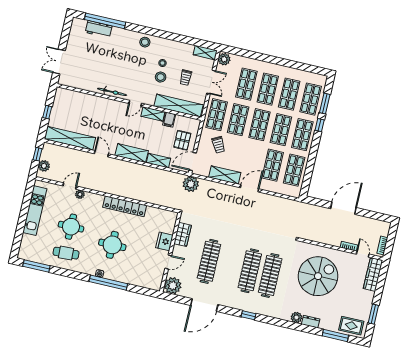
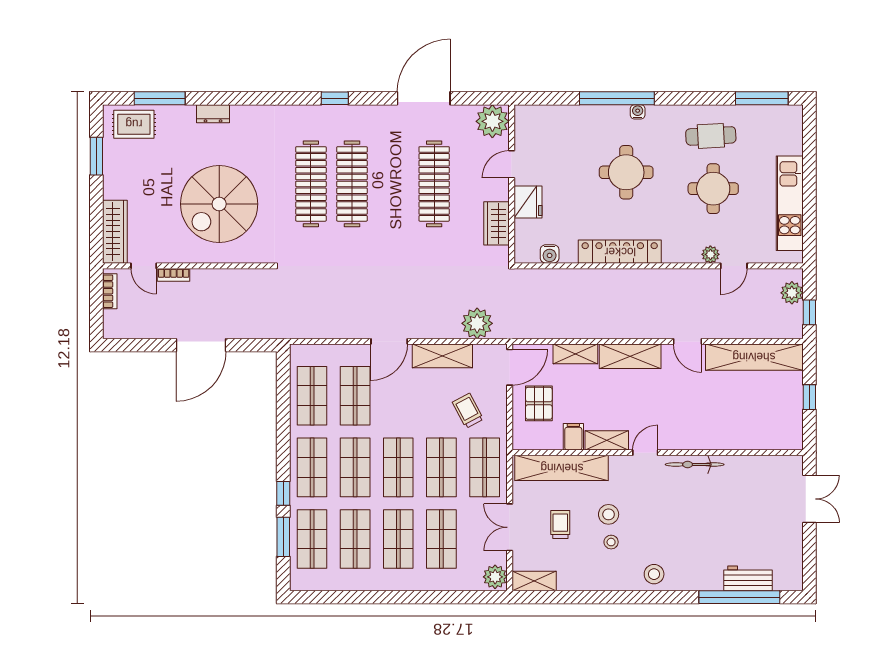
plant: (191, 184) -> (477, 323), moved
water cooler: (160, 213) -> (550, 254), added
plant: (296, 317) -> (242, 115), removed

